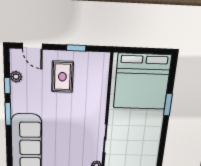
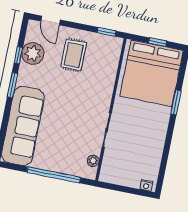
window: (76, 48) -> (107, 32), moved
window: (145, 51) -> (158, 42), added
plant: (16, 77) -> (33, 53), width x1.88, depth x1.88

